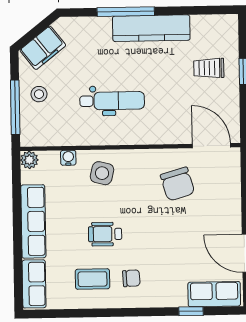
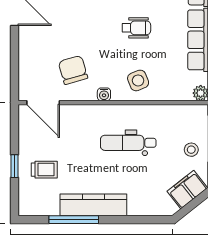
window: (126, 12) -> (74, 220), moved
water cooler: (68, 158) -> (104, 94), moved
side table: (102, 173) -> (138, 80), turned -36

